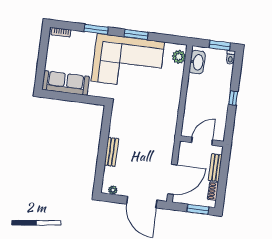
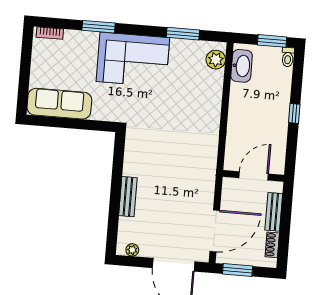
window: (136, 34) -> (183, 34), moved
corner sofa: (128, 62) -> (133, 60), width x0.73, depth x0.74
window: (198, 209) -> (238, 270), moved

